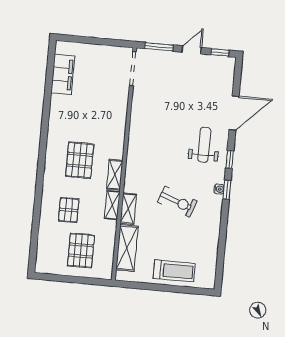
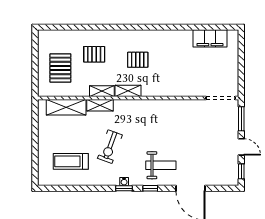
pallet: (80, 160) -> (138, 60), width x0.67, depth x0.71
pallet: (81, 250) -> (60, 68), turned 90
treadmill: (174, 271) -> (71, 161), moved, turned 90

